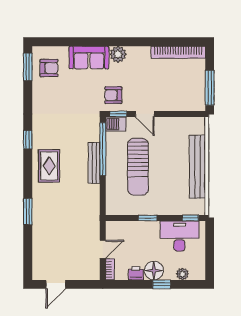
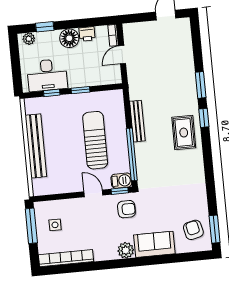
armchair: (49, 68) -> (193, 230), turned 77
side table: (186, 86) -> (55, 225), added
window: (28, 140) -> (204, 118), moved
bench: (94, 163) -> (137, 121), moved
window: (190, 218) -> (52, 93), moved
plant: (182, 274) -> (29, 39), moved
window: (162, 284) -> (45, 27), moved

